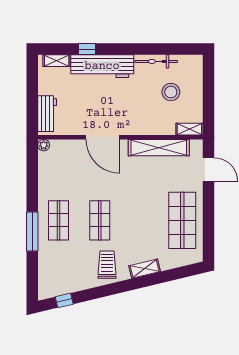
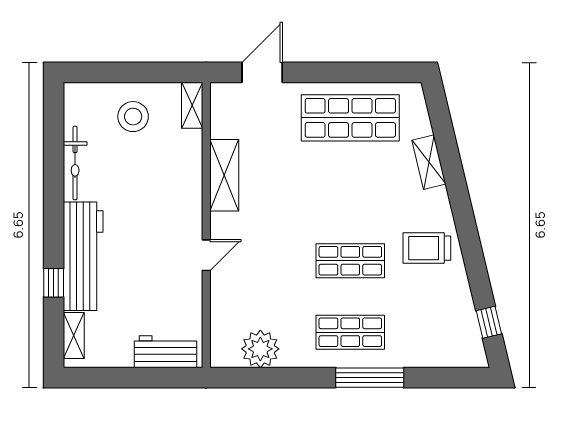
stool: (171, 92) -> (133, 117), moved
door: (103, 137) -> (206, 255), width x0.53
plant: (44, 145) -> (260, 349), moved, width x1.88, depth x1.88
shelving: (159, 148) -> (224, 175), width x0.68
shelving: (145, 269) -> (429, 162), moved

